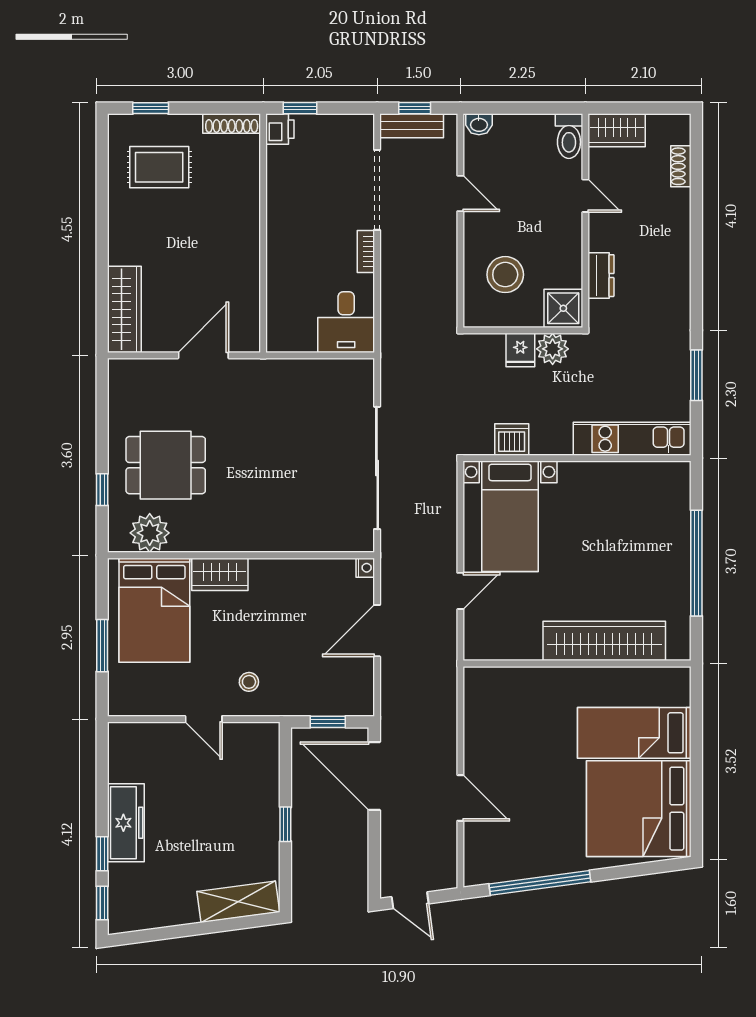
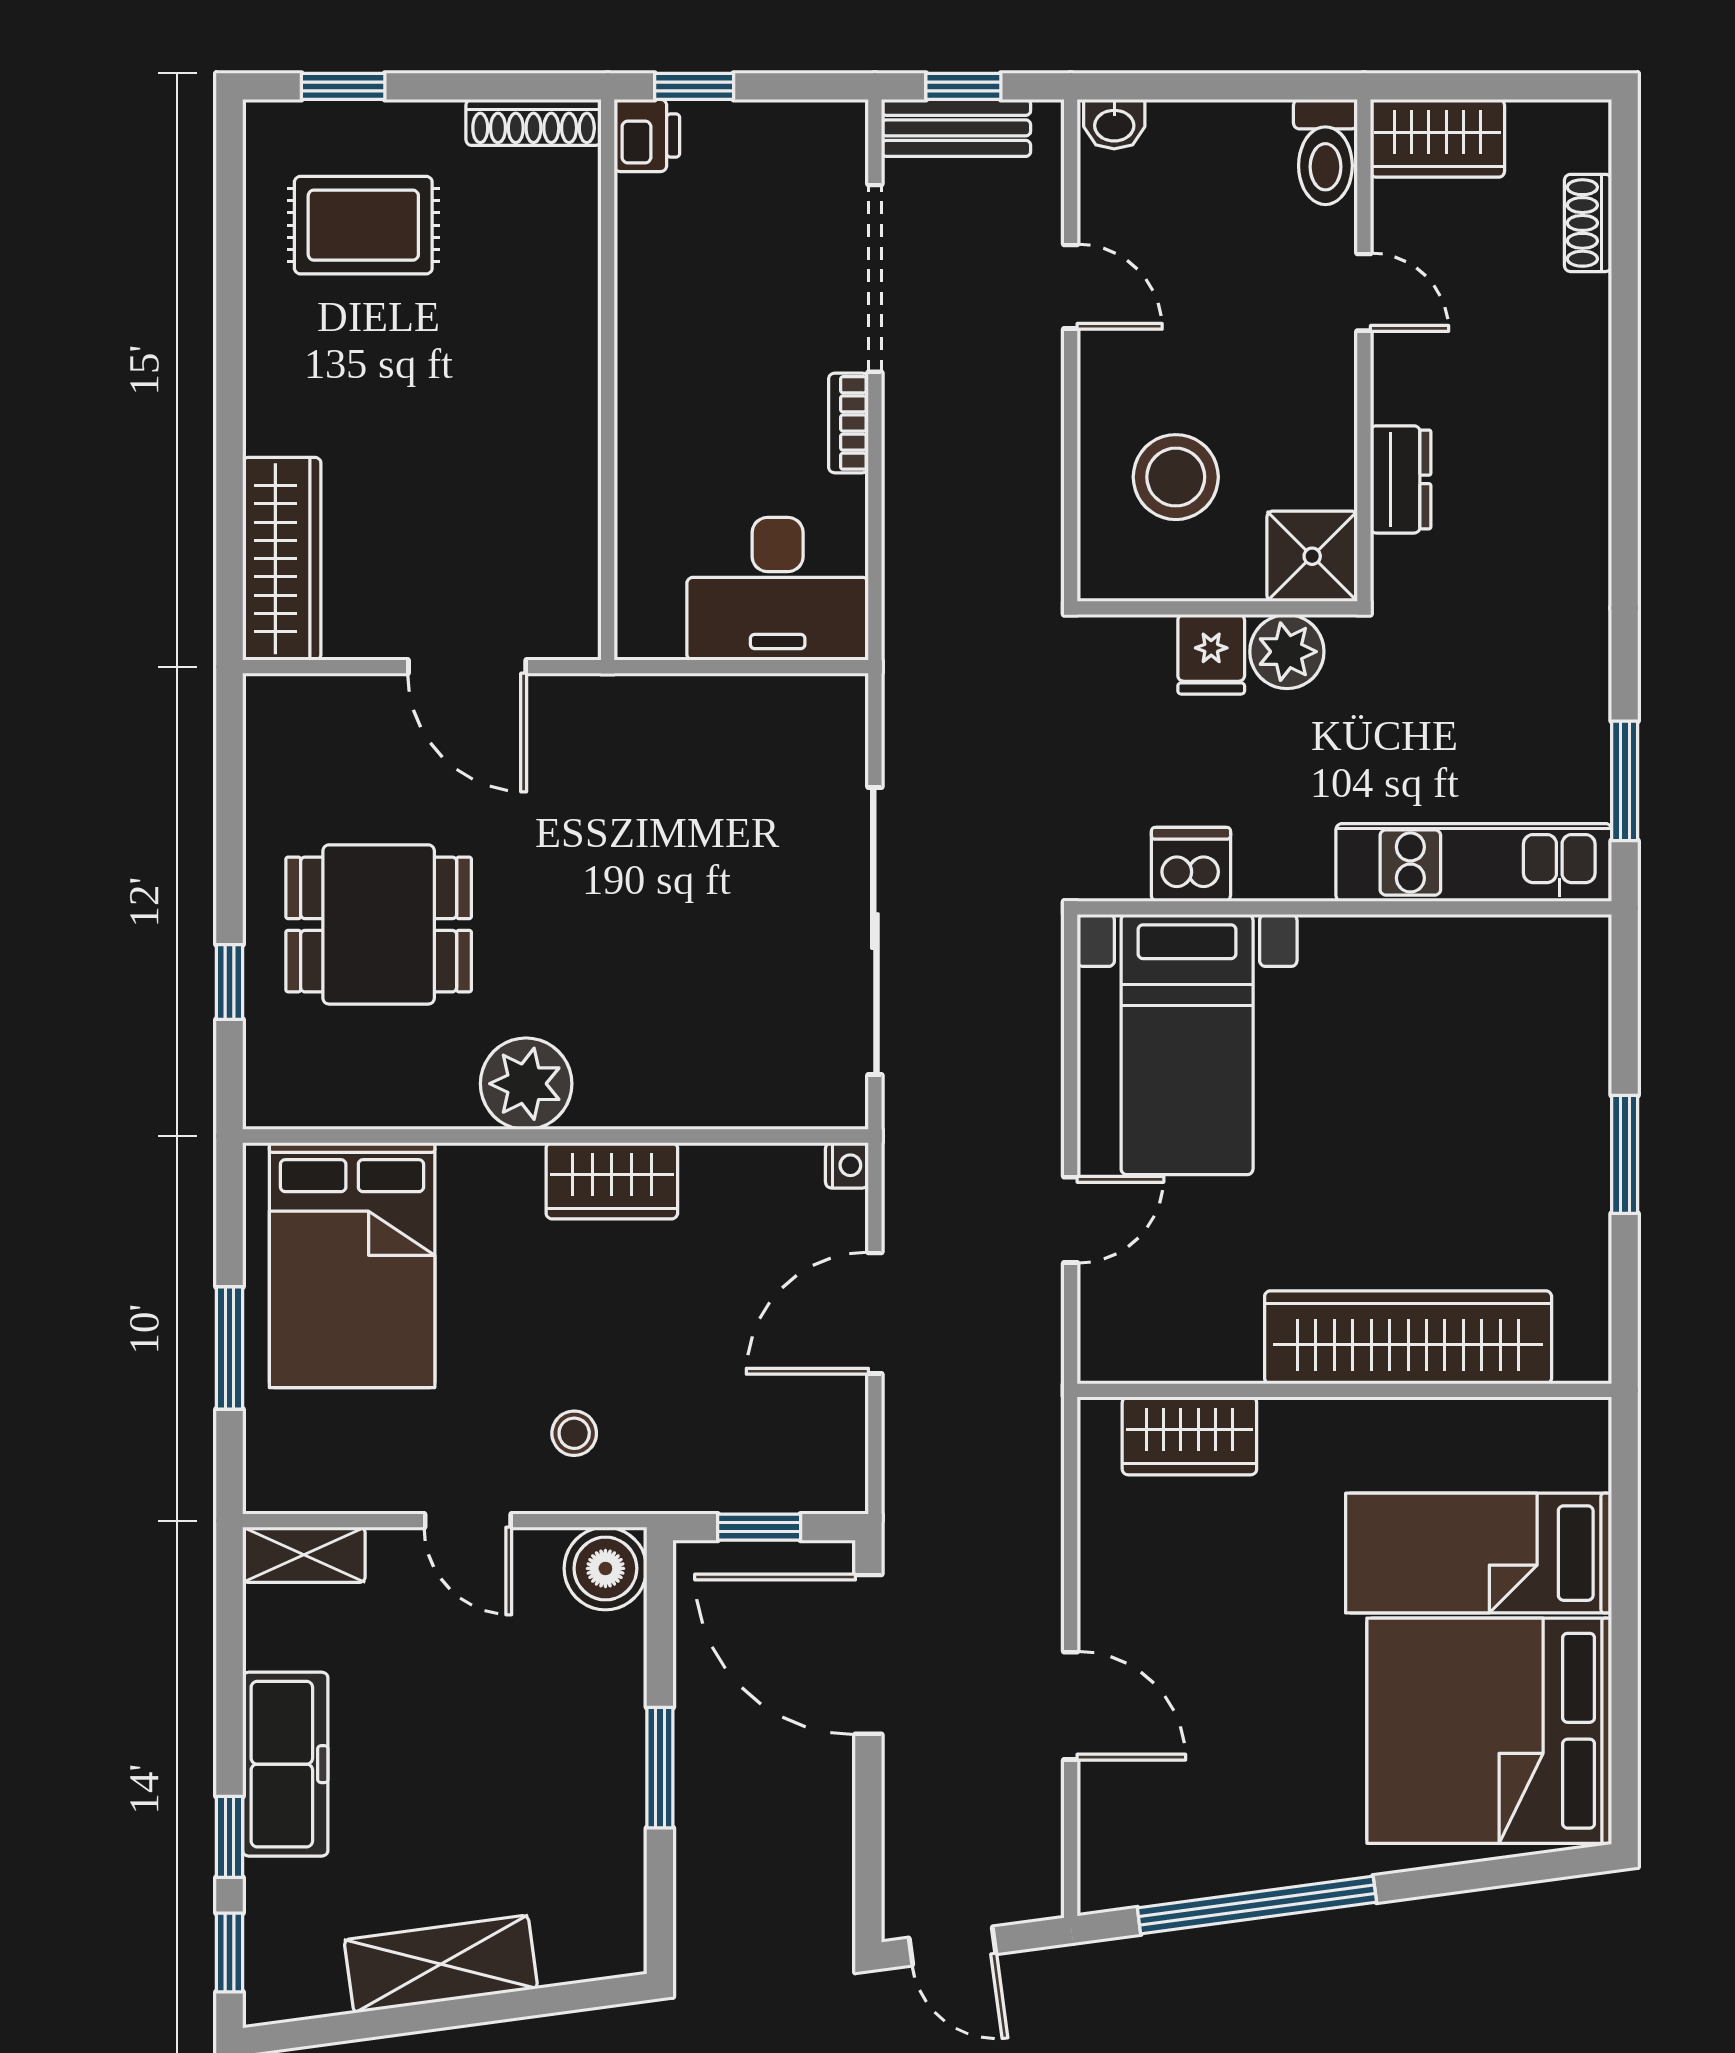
desk: (346, 322) -> (778, 589), width x1.37
door: (203, 355) -> (467, 667), swing flipped
window: (696, 375) -> (1625, 781), moved
plant: (150, 533) -> (526, 1084), moved
window: (696, 563) -> (1625, 1154), width x0.47
wardrobe: (220, 574) -> (612, 1181), moved
wardrobe: (511, 683) -> (1189, 1436), added
shelving: (134, 734) -> (304, 1555), added
boiler: (262, 739) -> (605, 1568), added
window: (285, 824) -> (660, 1768), width x1.50
shelving: (238, 902) -> (441, 1964), moved

